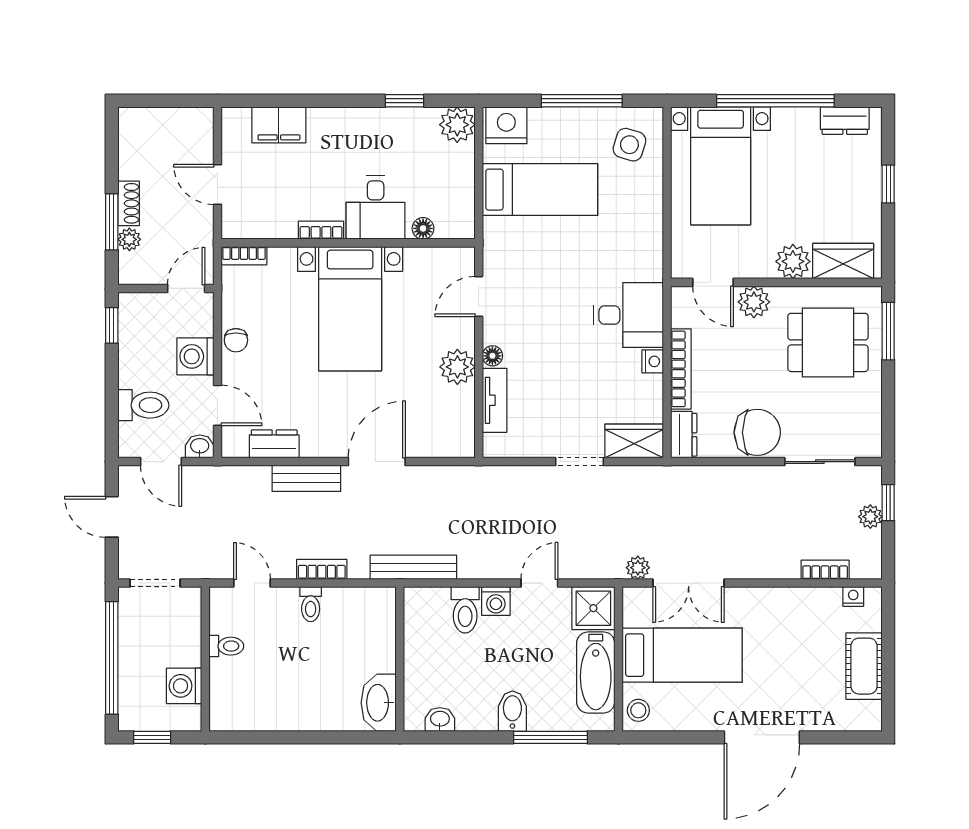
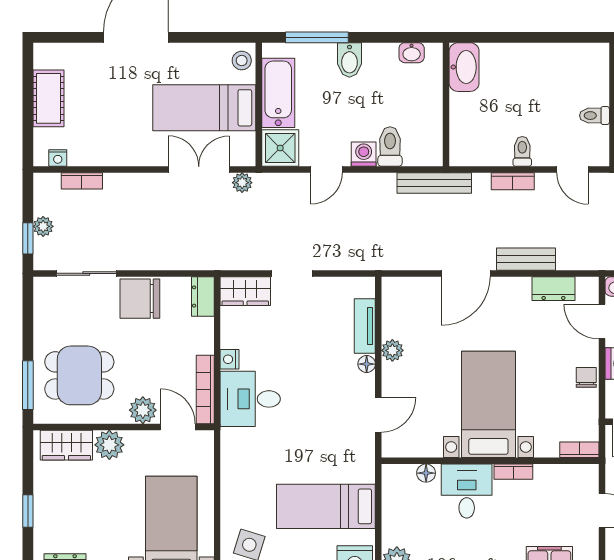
plant: (457, 367) -> (392, 350), width x0.73, depth x0.73
bookcase: (681, 369) -> (205, 389), moved

